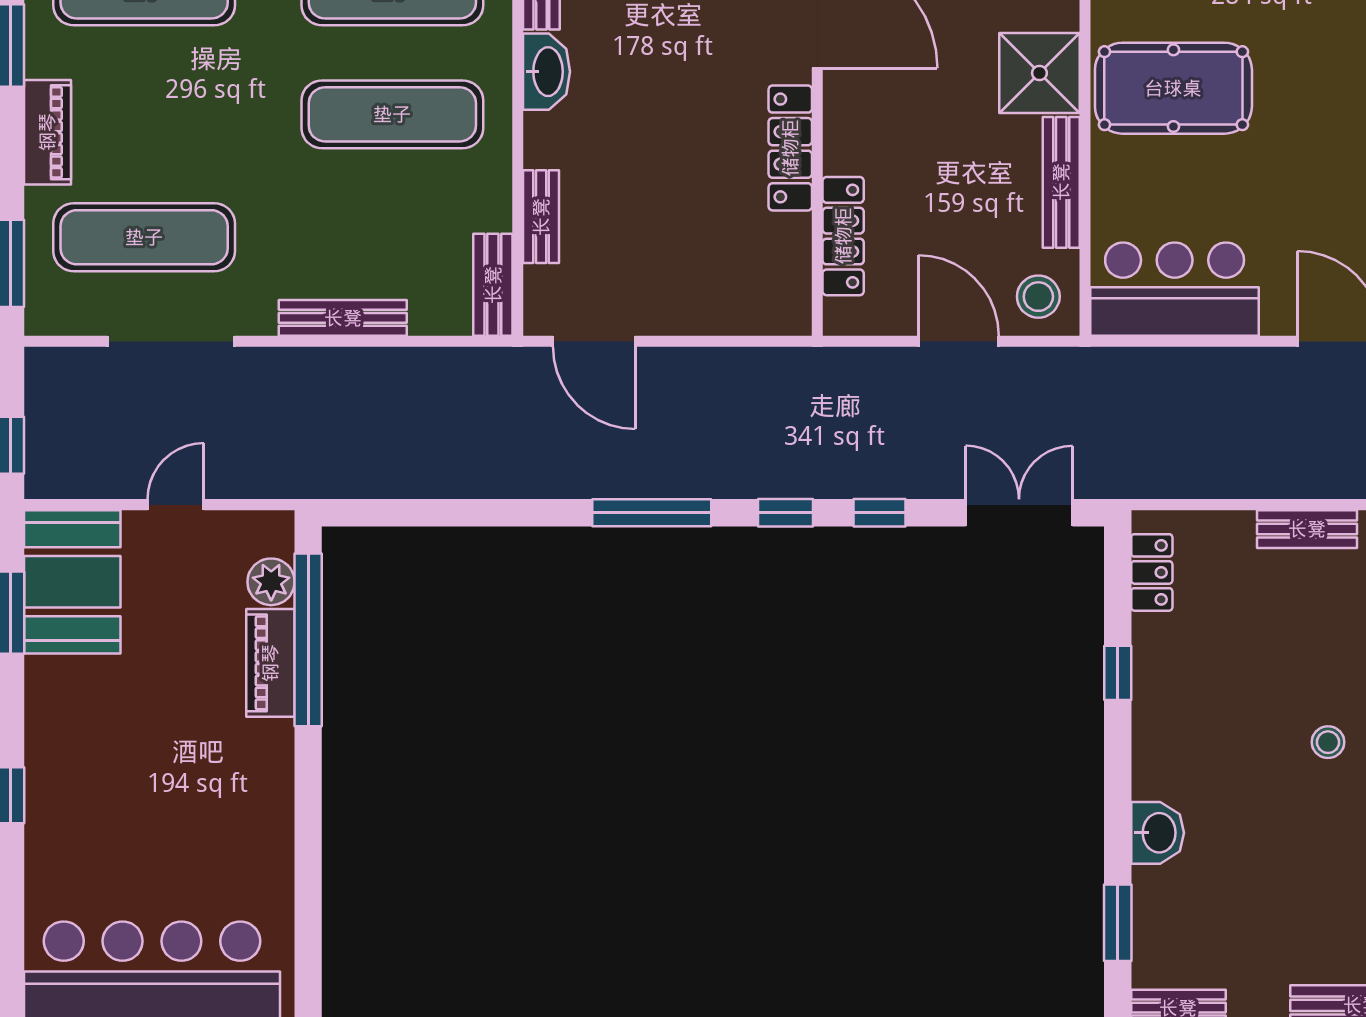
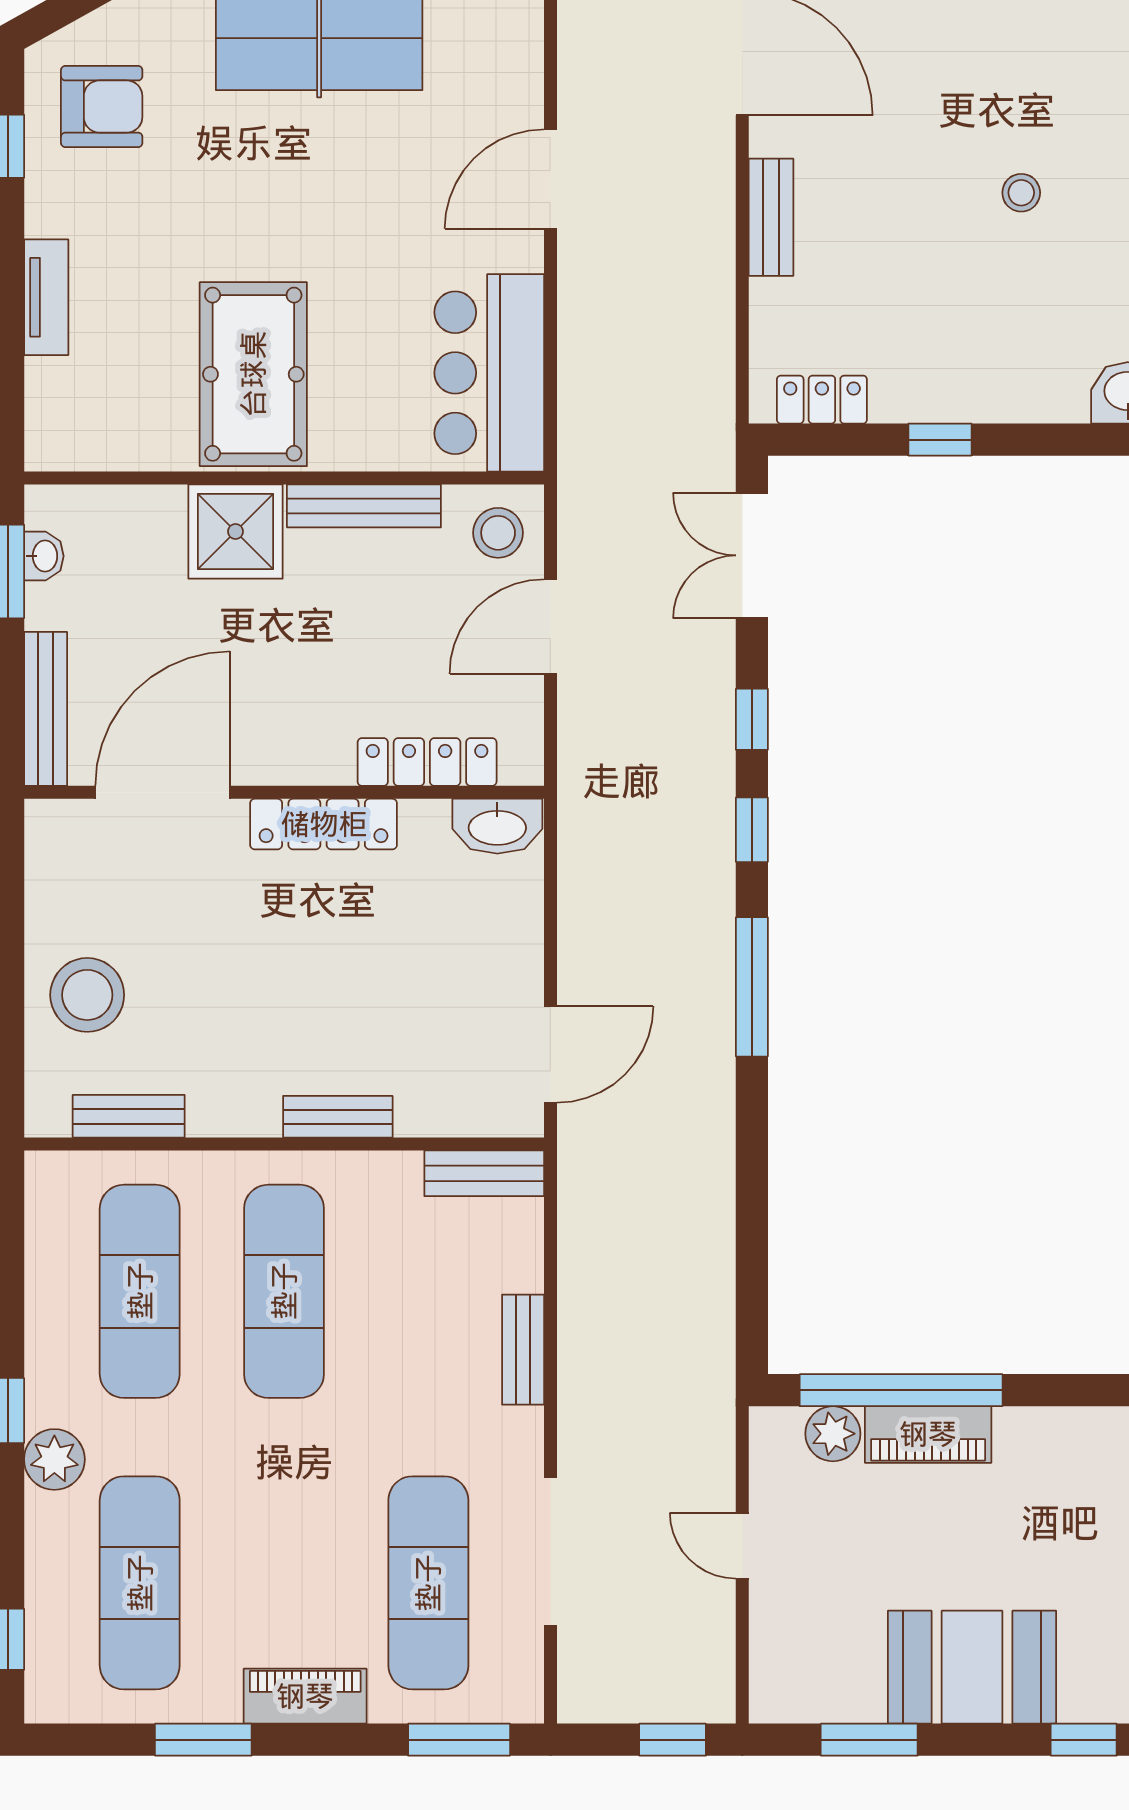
washbasin: (547, 72) -> (497, 826), moved, turned 180
bench: (541, 217) -> (338, 1117), moved
bench: (343, 318) -> (523, 1350), width x0.73
booth: (72, 582) -> (972, 1667), moved

